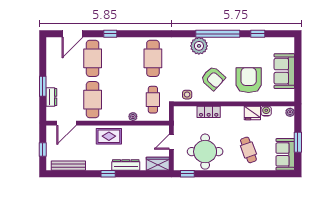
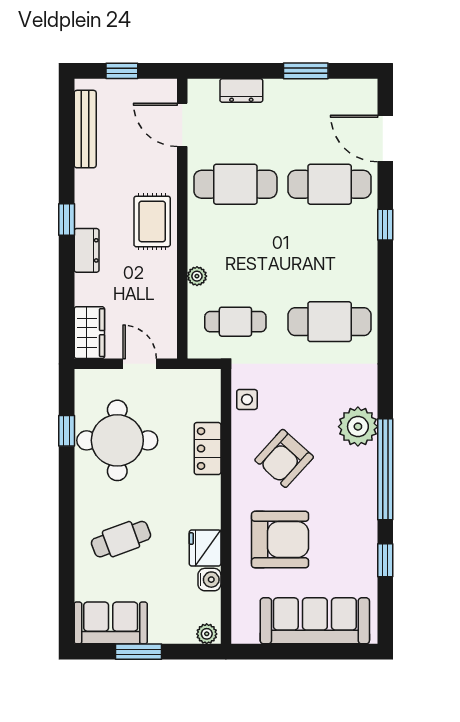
sofa: (284, 71) -> (315, 621), width x1.36
window: (43, 86) -> (306, 71), moved
dresser: (126, 165) -> (87, 250), width x0.70
window: (187, 174) -> (67, 431), moved

